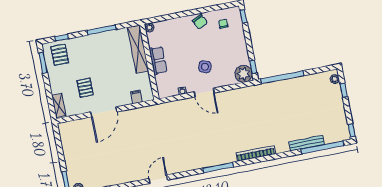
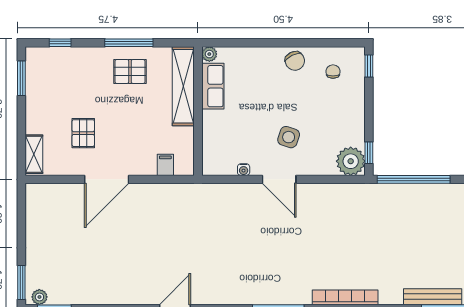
pallet: (60, 55) -> (130, 71), moved, turned 90
row of seats: (158, 61) -> (213, 86), moved

